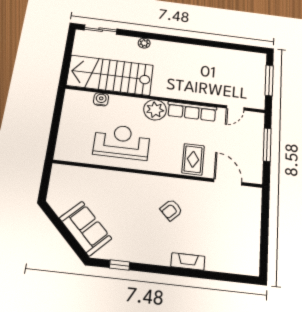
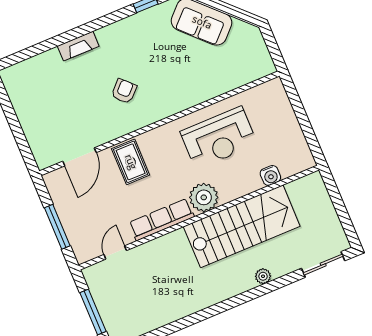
stairs: (110, 75) -> (242, 226), moved
door: (228, 182) -> (80, 157), hinge flipped

